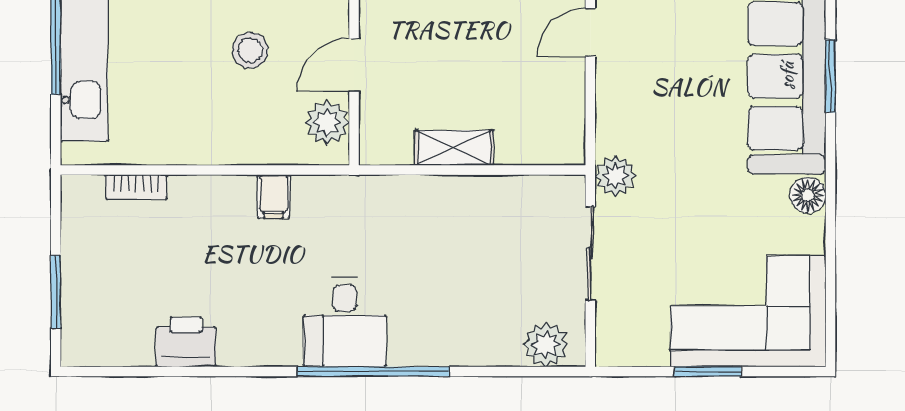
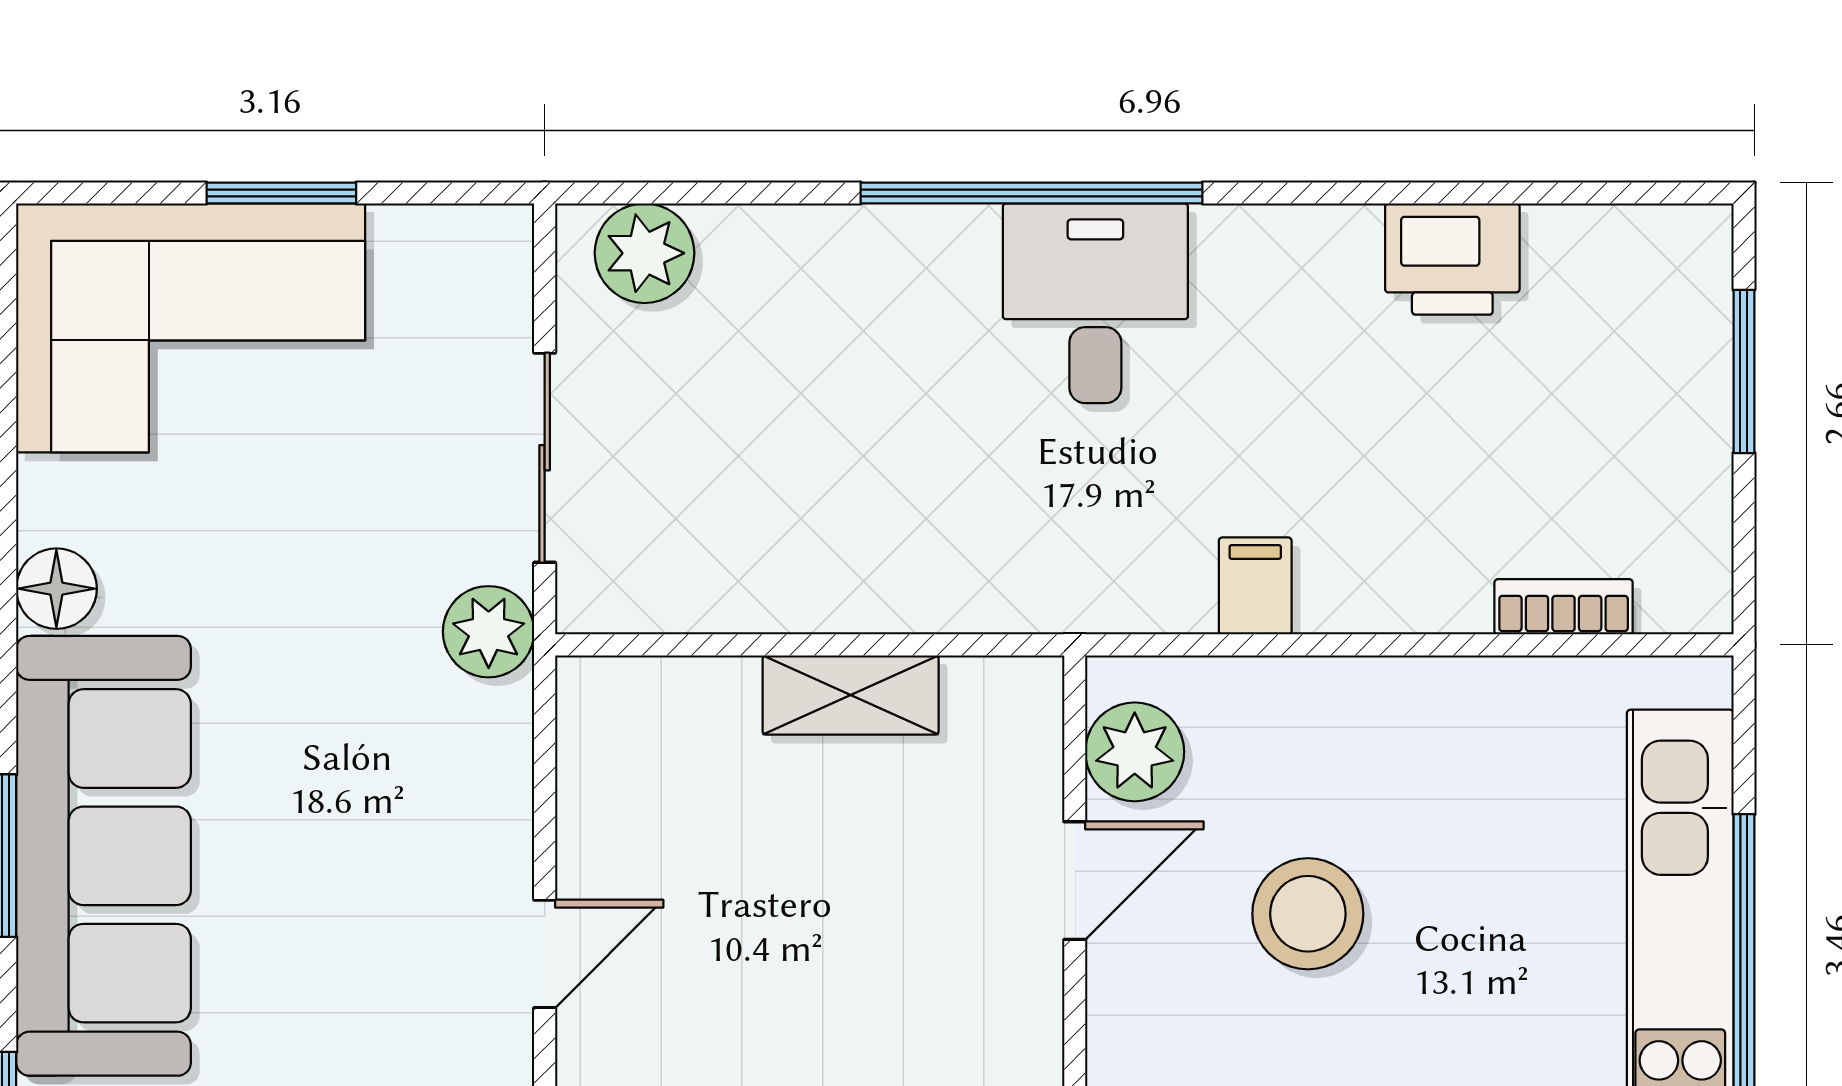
stool: (250, 50) -> (1308, 914), width x1.38, depth x1.38

